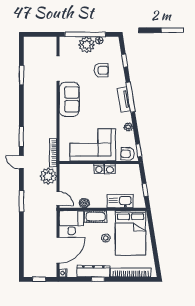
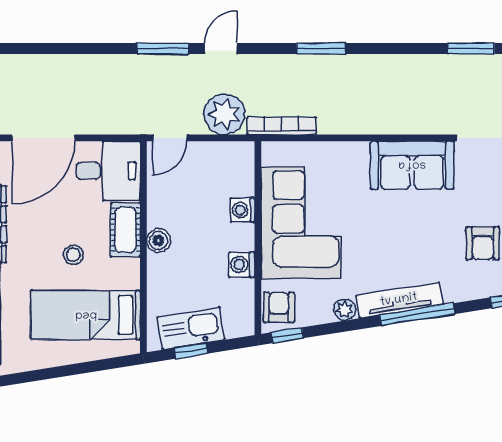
tv unit: (124, 99) -> (399, 300), width x1.41
door: (21, 162) -> (221, 49), moved
washing machine: (99, 169) -> (242, 210), moved
kitchen sink: (120, 201) -> (191, 328), moved, turned -99
boiler: (84, 203) -> (159, 240), moved
bed: (131, 233) -> (86, 315), width x0.67
door: (58, 250) -> (43, 138), hinge flipped

